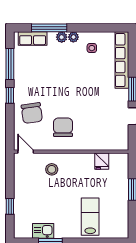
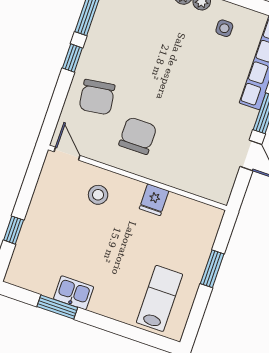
fridge: (102, 161) -> (154, 200), moved
lab bench: (90, 217) -> (160, 298), moved
kitchen sink: (43, 231) -> (74, 293), moved

